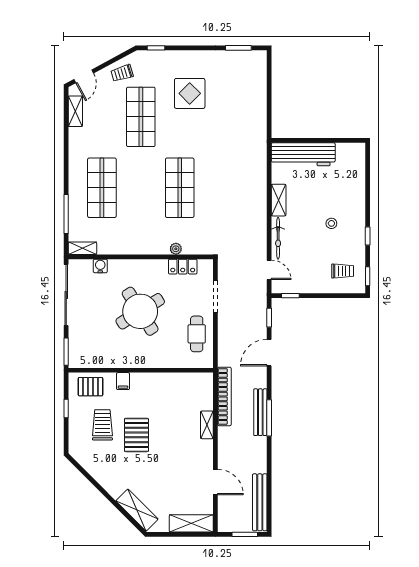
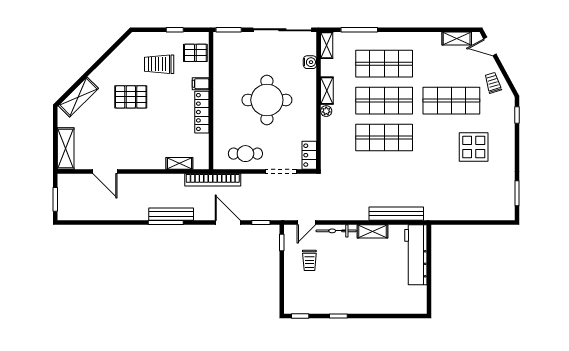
shop shelf: (141, 188) -> (384, 101), added
stool: (331, 223) -> (350, 281), removed
shelving: (130, 248) -> (327, 91), added
plant: (176, 249) -> (326, 111), moved
locker: (183, 267) -> (309, 155), moved
trolley: (343, 271) -> (309, 260), moved
round table: (140, 311) -> (267, 100), turned 32
locker: (153, 380) -> (202, 112), added
pallet: (91, 387) -> (195, 53), turned 90
bookcase: (224, 396) -> (213, 180), moved
trolley: (102, 425) -> (159, 64), turned 180
shelving: (207, 425) -> (179, 163), moved
pallet: (136, 435) -> (131, 97), moved
door: (215, 482) -> (105, 171), hinge flipped
bench: (260, 502) -> (396, 214), moved

